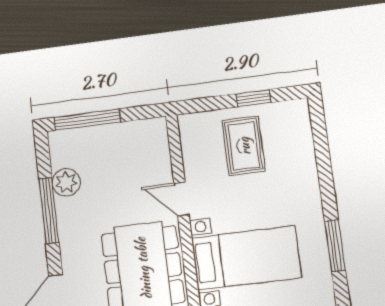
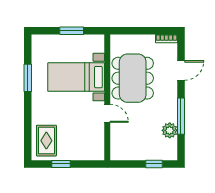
window: (87, 120) -> (154, 164), width x0.46
rug: (244, 146) -> (46, 141), moved

